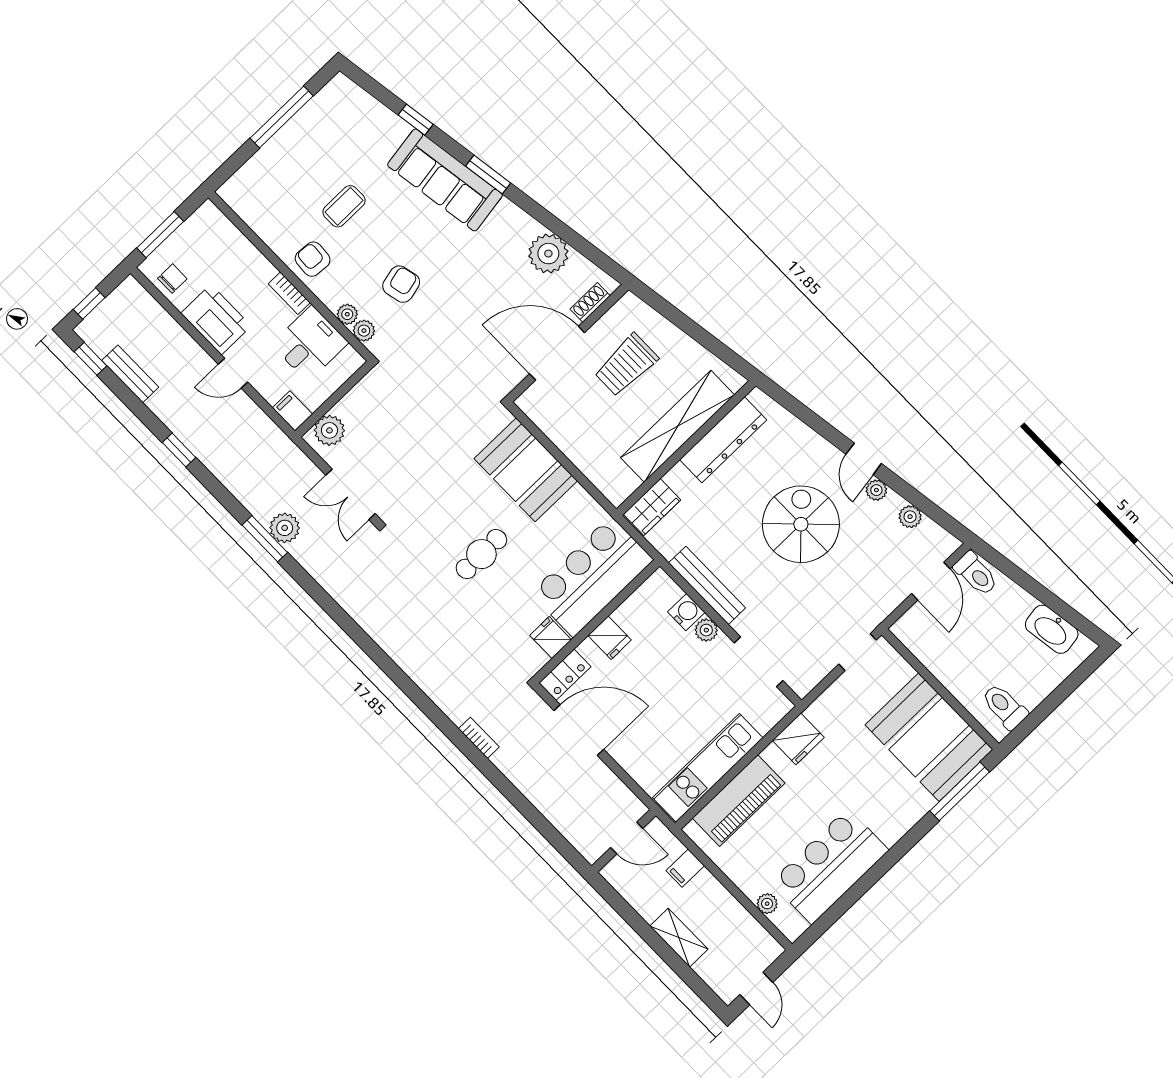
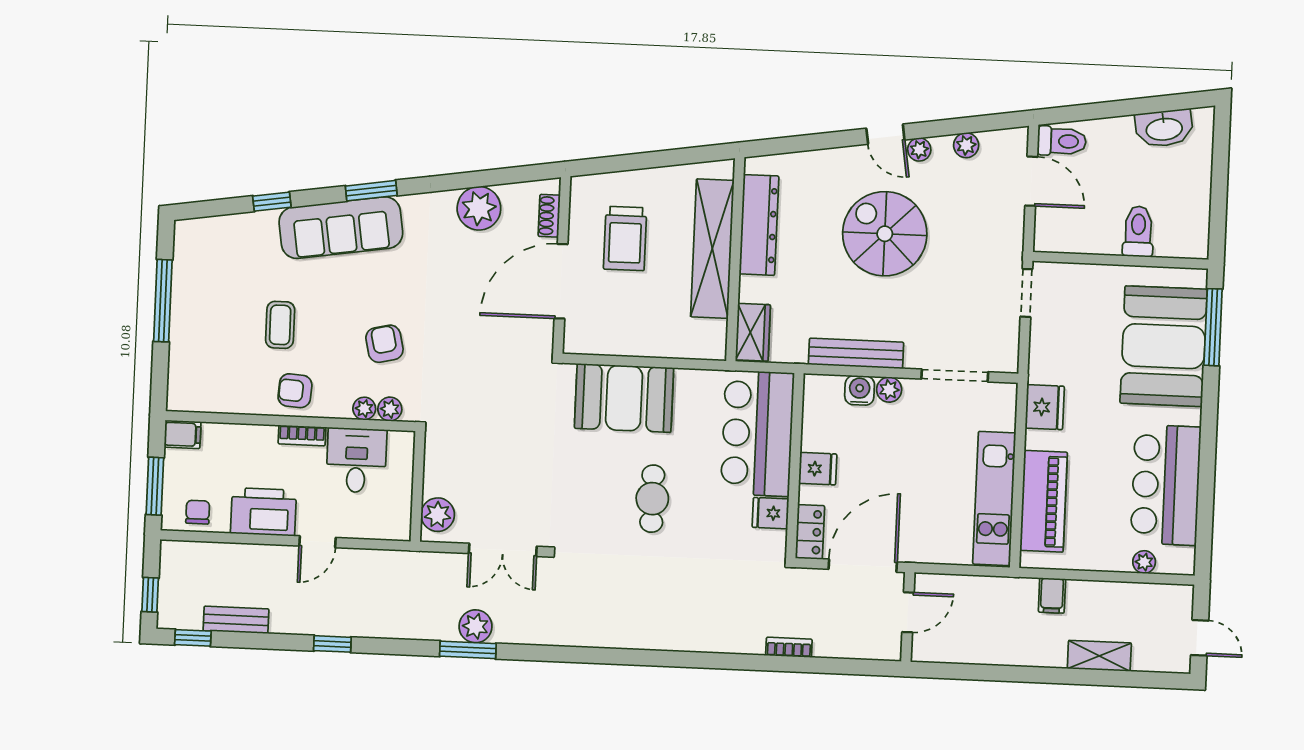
filing cabinet: (292, 411) -> (183, 434), moved, turned 180
toilet: (1005, 707) -> (1138, 231), moved, turned 90
booth: (929, 737) -> (1164, 346), moved, turned 90
door: (627, 838) -> (908, 612), moved
wall: (624, 841) -> (908, 617), moved

